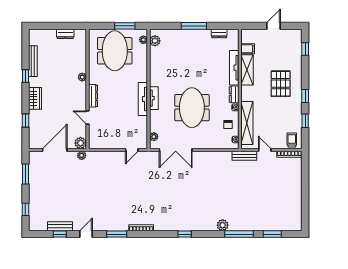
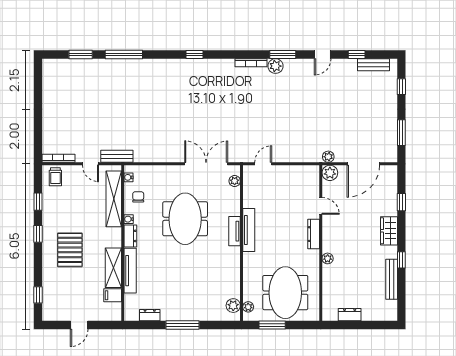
plant: (223, 225) -> (276, 66), moved
bench: (60, 226) -> (373, 65), moved

